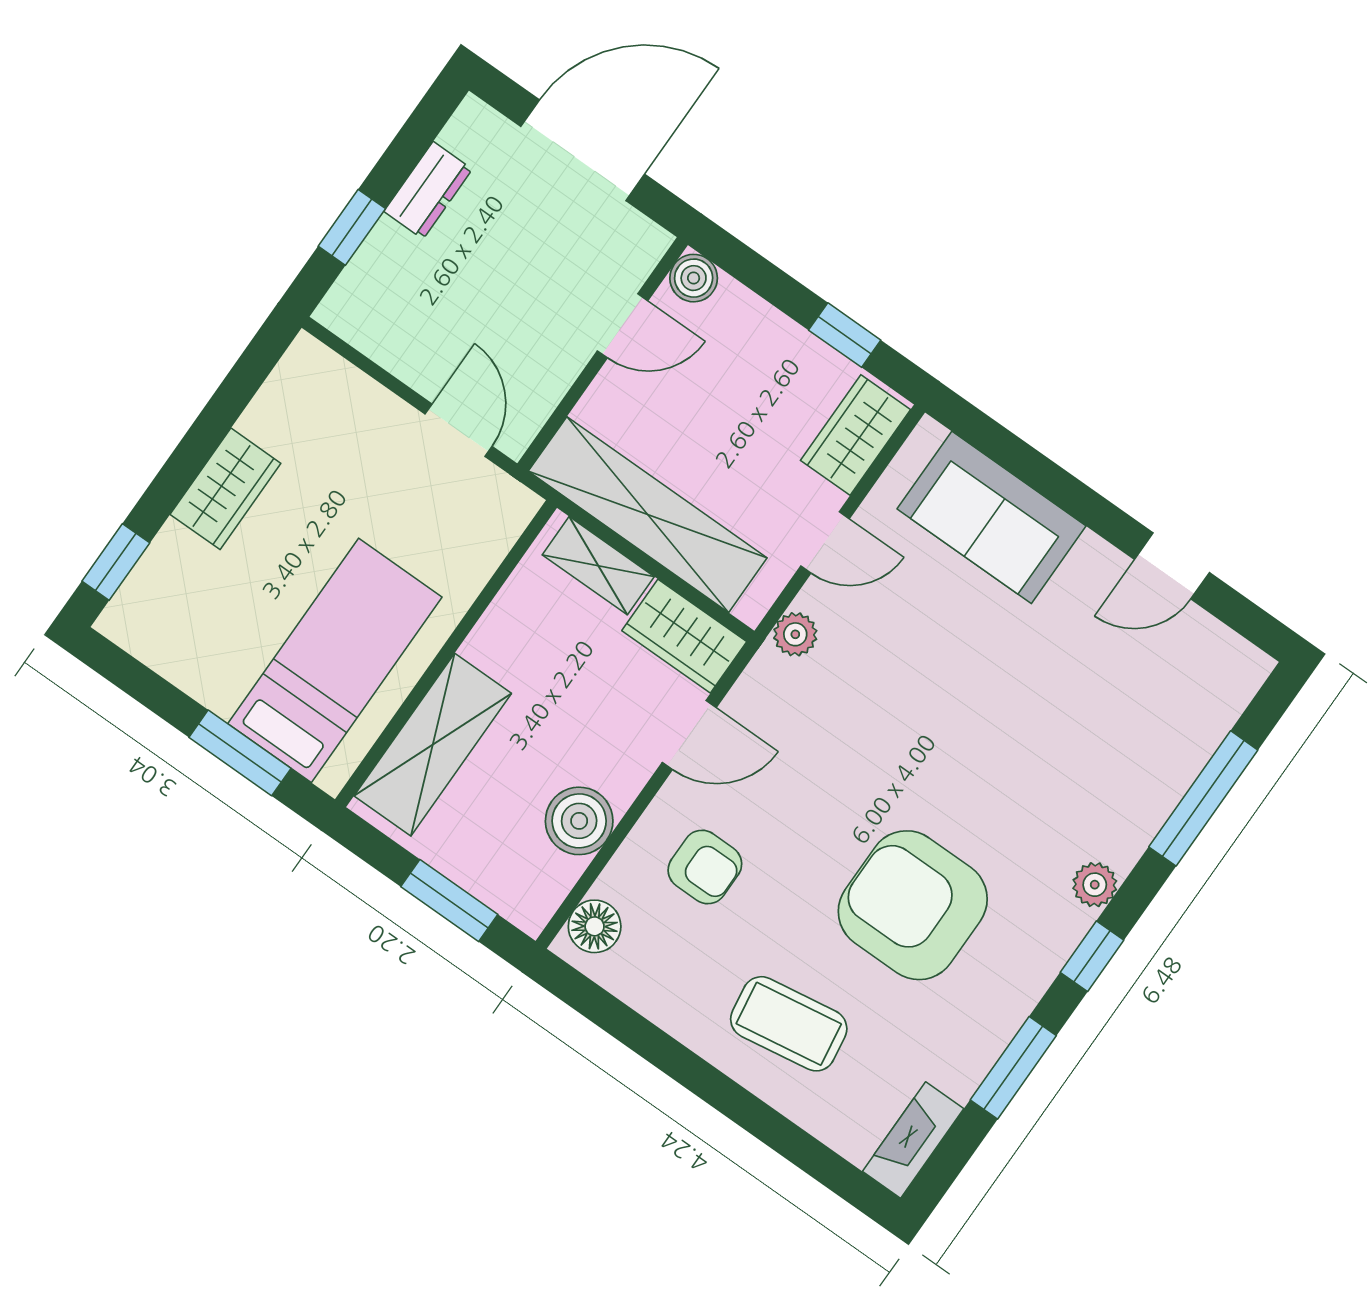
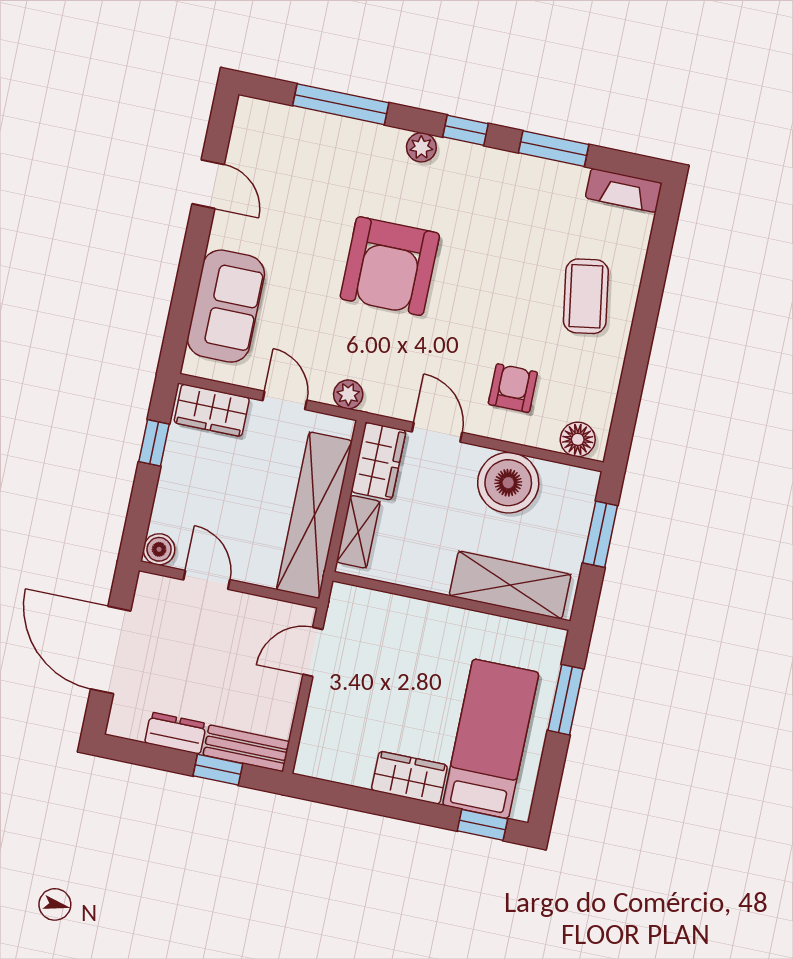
bench: (365, 280) -> (246, 748), added
bed: (335, 660) -> (491, 739), moved, turned 90
boiler: (579, 821) -> (508, 483), width x1.37, depth x1.37
armchair: (913, 905) -> (390, 266), moved

